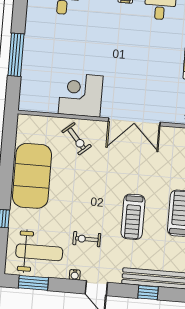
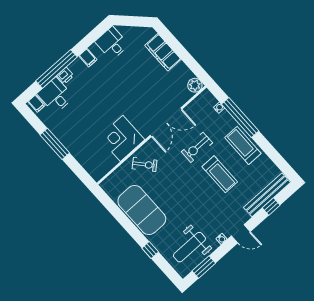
window: (16, 55) -> (55, 144), moved
exercise bike: (87, 239) -> (197, 147), moved, width x1.38, depth x1.39
weight bench: (39, 252) -> (189, 247), turned 180

